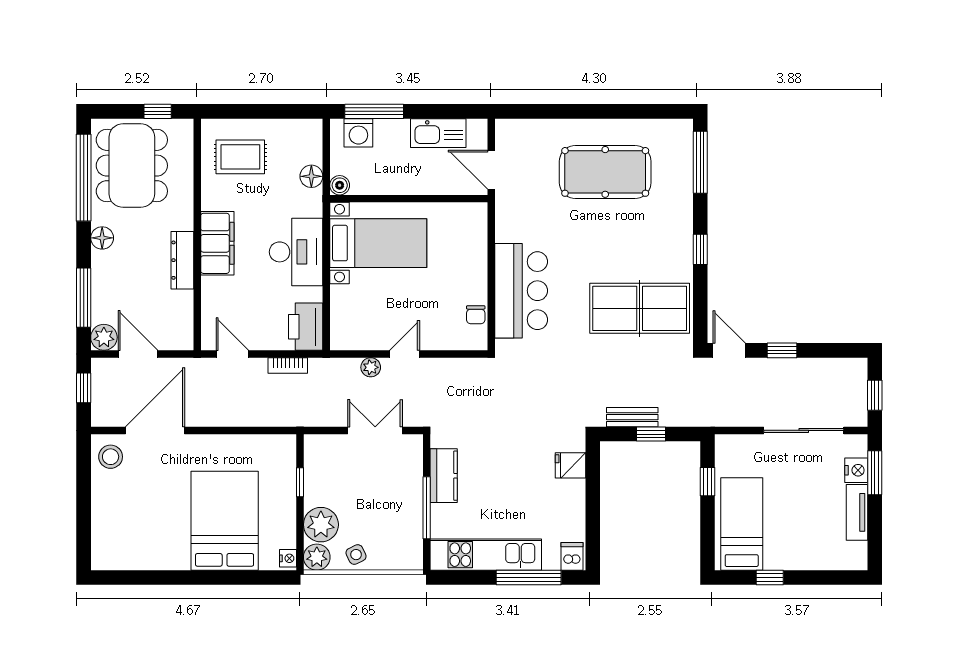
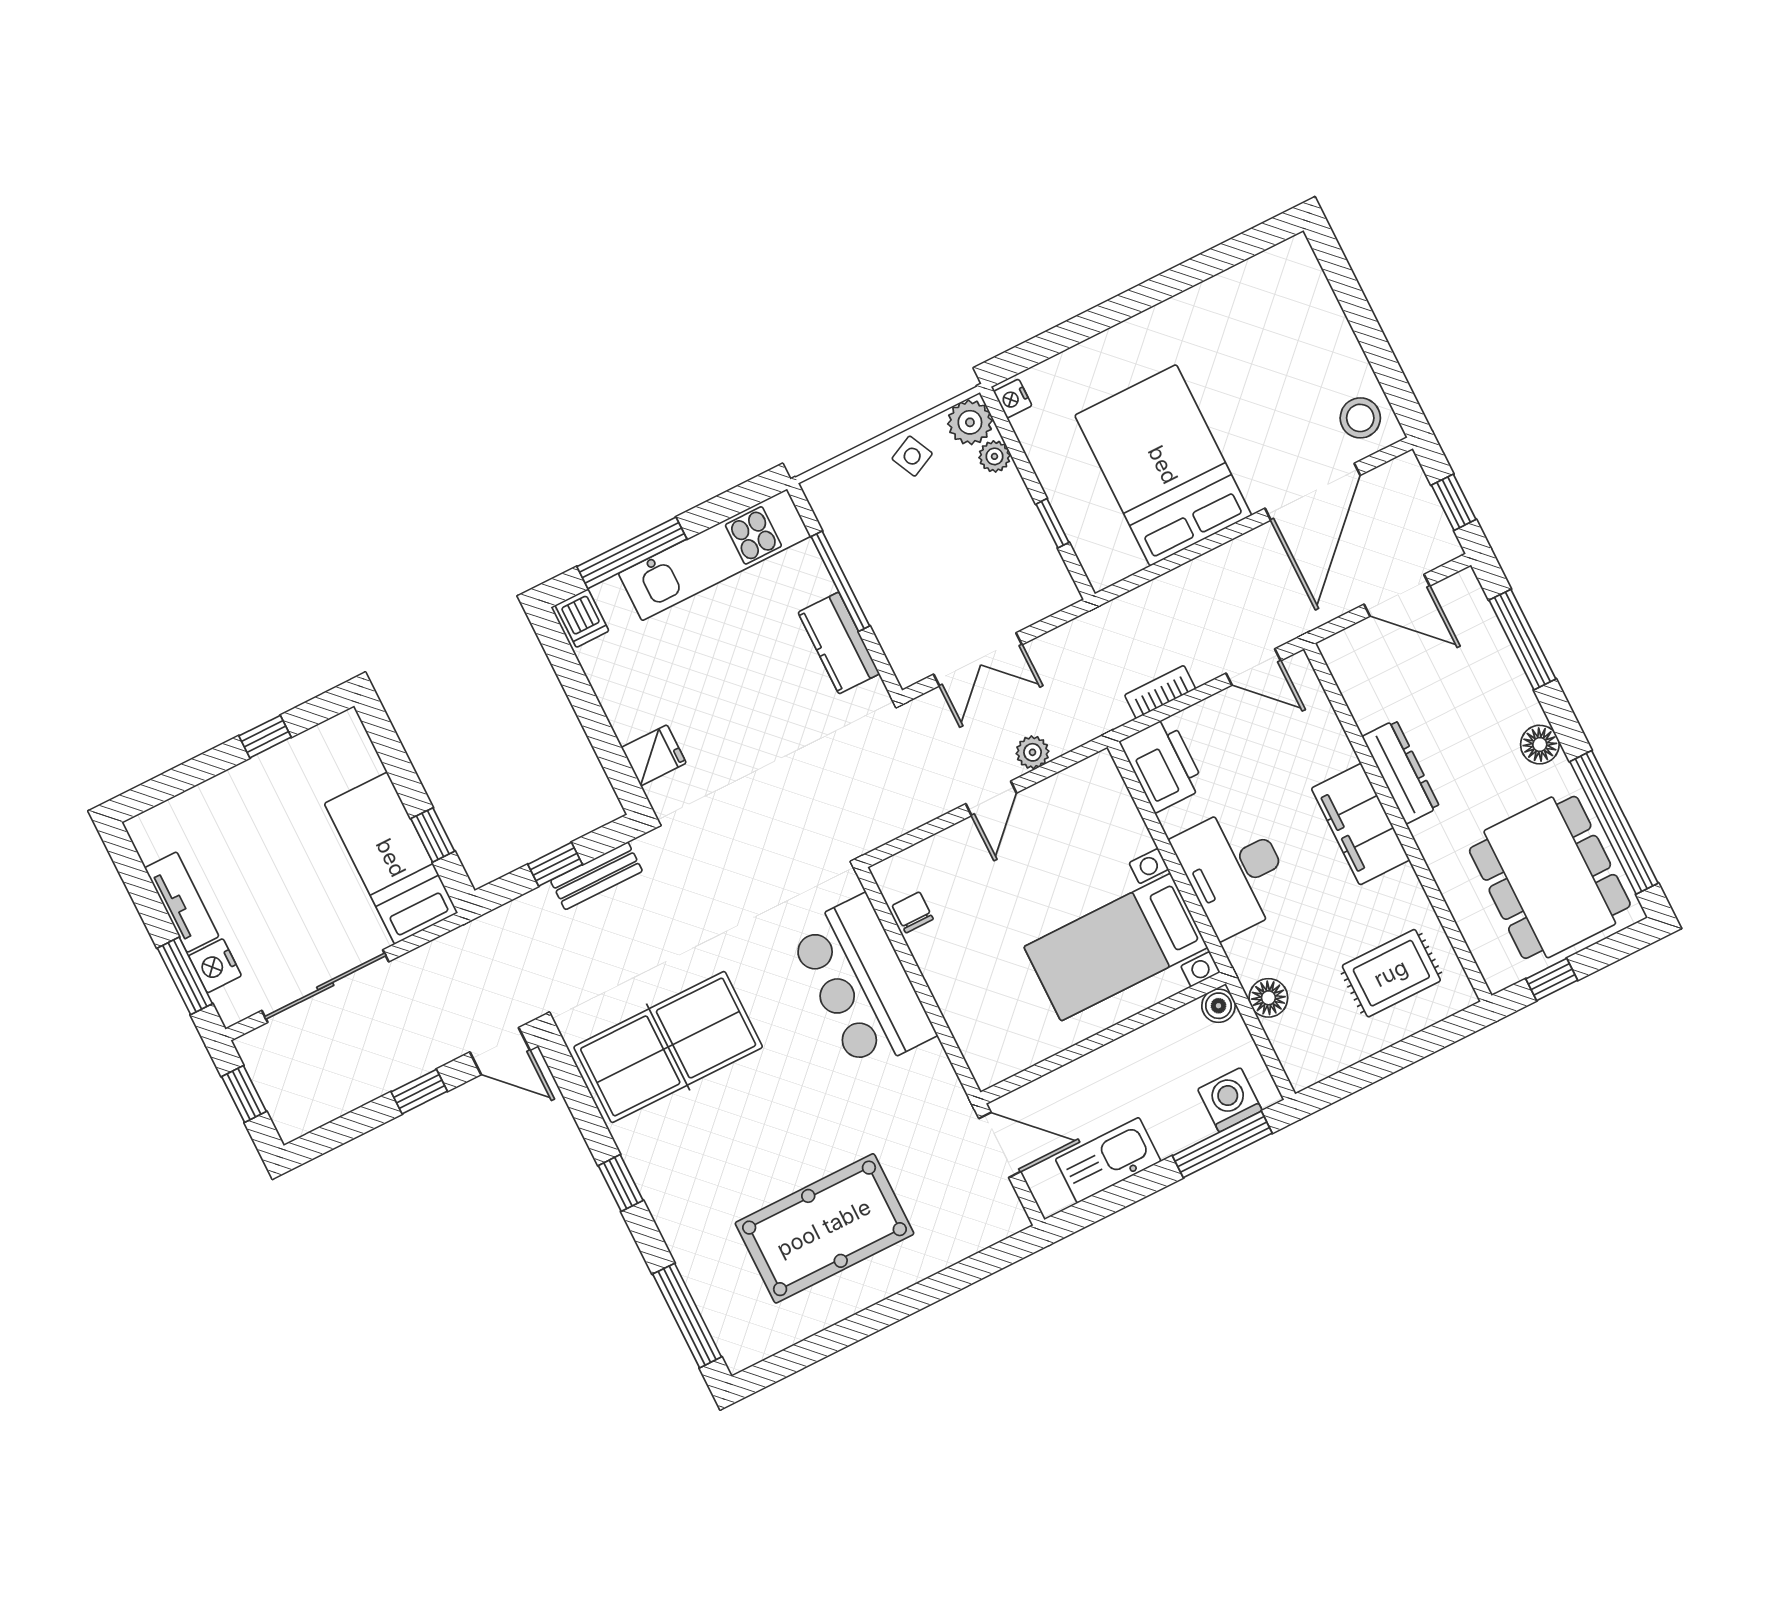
plant: (104, 337) -> (1461, 595), removed
bed: (225, 521) -> (1163, 465), moved, turned 180
bed: (742, 524) -> (391, 858), moved, turned 180
plant: (321, 525) -> (995, 456), width x0.53, depth x0.53

